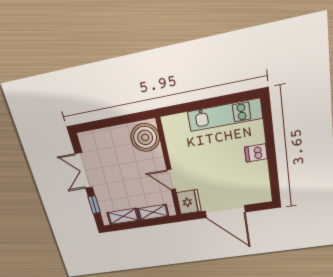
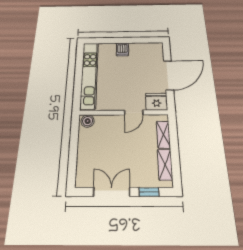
kitchen unit: (225, 115) -> (89, 75), width x1.36
boiler: (145, 137) -> (88, 121), width x0.54, depth x0.54
double door: (84, 171) -> (112, 192), swing flipped

